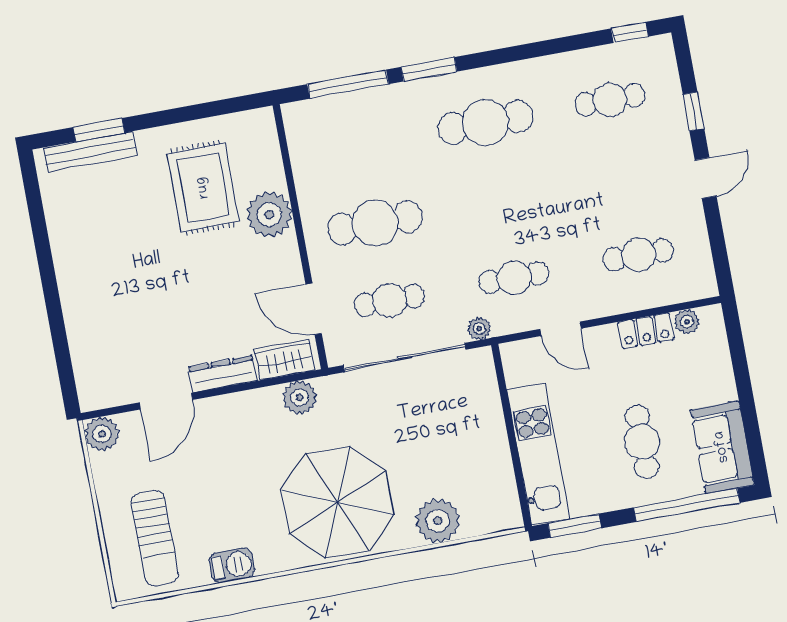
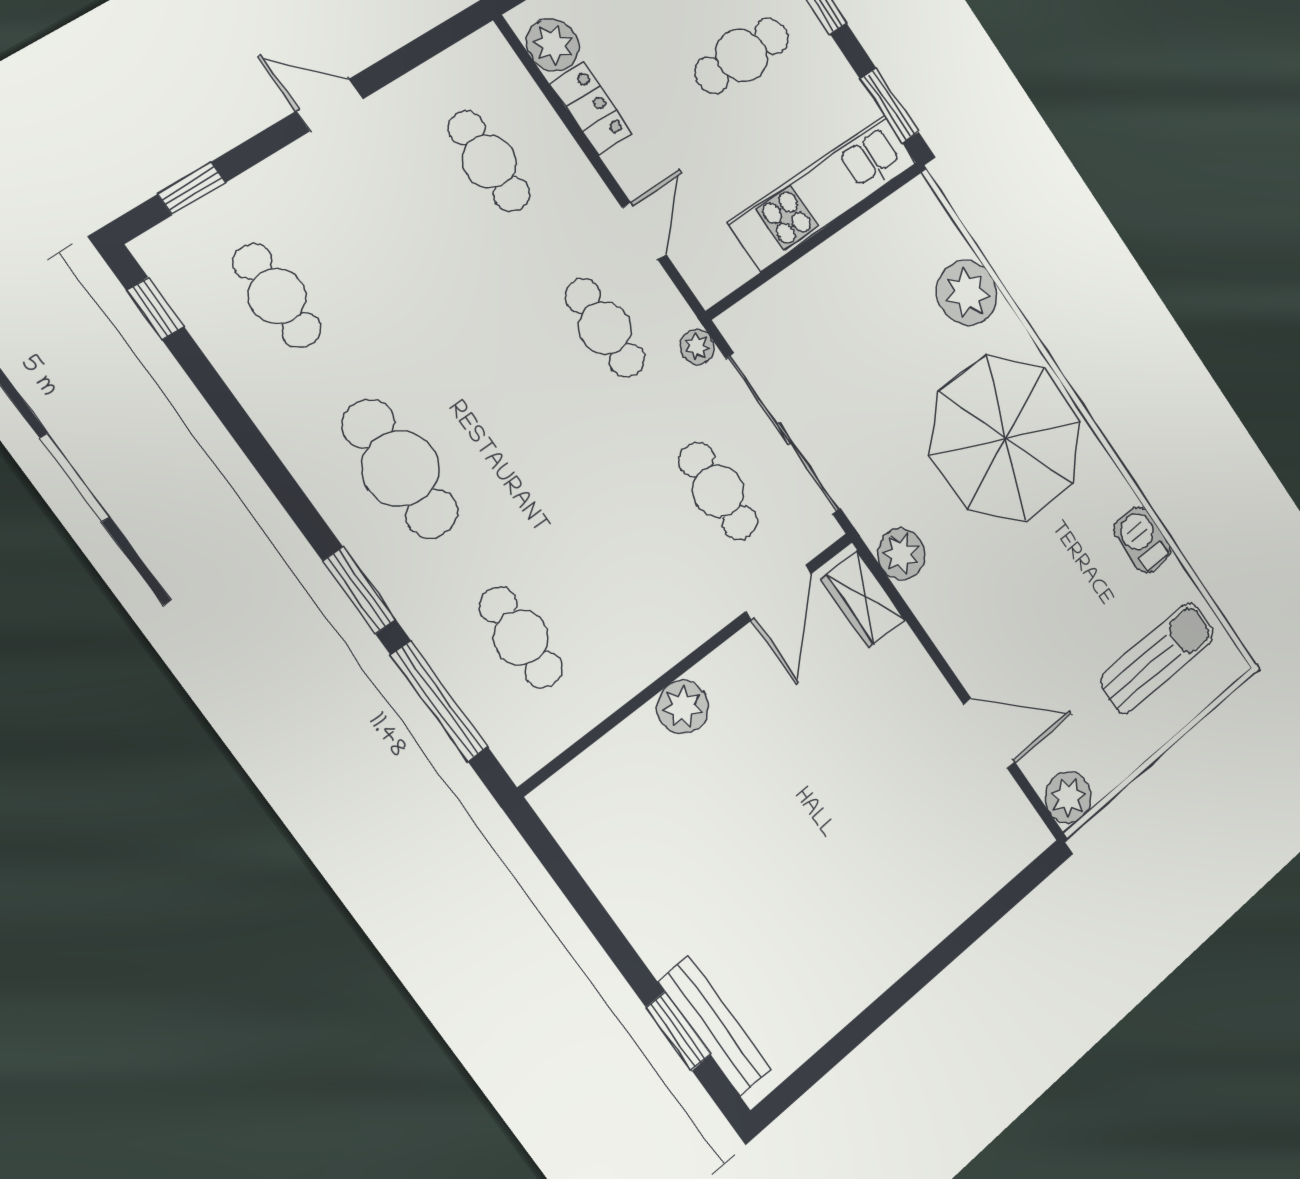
window: (693, 111) -> (192, 188), moved
rug: (203, 188) -> (688, 836), removed
plant: (269, 214) -> (683, 707), width x0.73, depth x0.73
cafe table: (375, 223) -> (521, 637), moved, width x0.73, depth x0.74
plant: (687, 322) -> (553, 45), width x1.38, depth x1.38
dresser: (223, 374) -> (920, 675), removed

